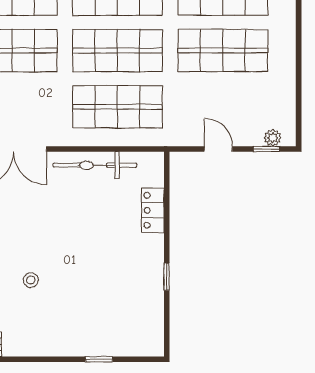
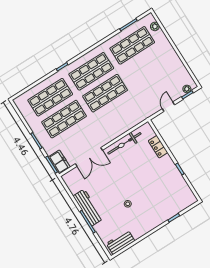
shop shelf: (223, 51) -> (146, 67), removed
shop shelf: (117, 107) -> (119, 115), removed
door: (218, 149) -> (168, 107), hinge flipped

